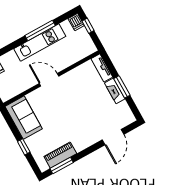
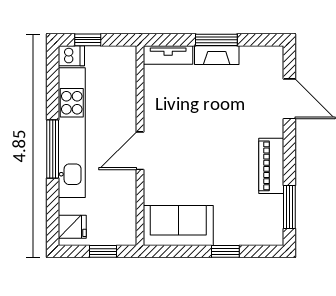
window: (40, 30) -> (53, 149), moved
kitchen unit: (40, 43) -> (72, 133), width x1.36
piano: (60, 155) -> (271, 166), moved

